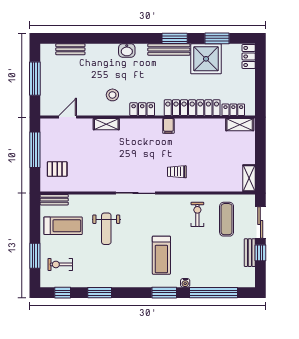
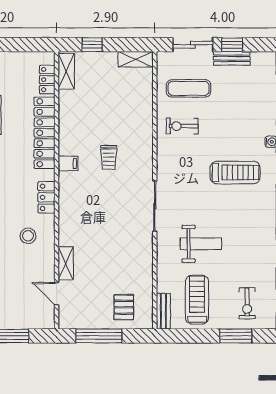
shelving: (106, 124) -> (66, 263), moved
window: (260, 145) -> (92, 45), added
trolley: (177, 172) -> (109, 157), moved

